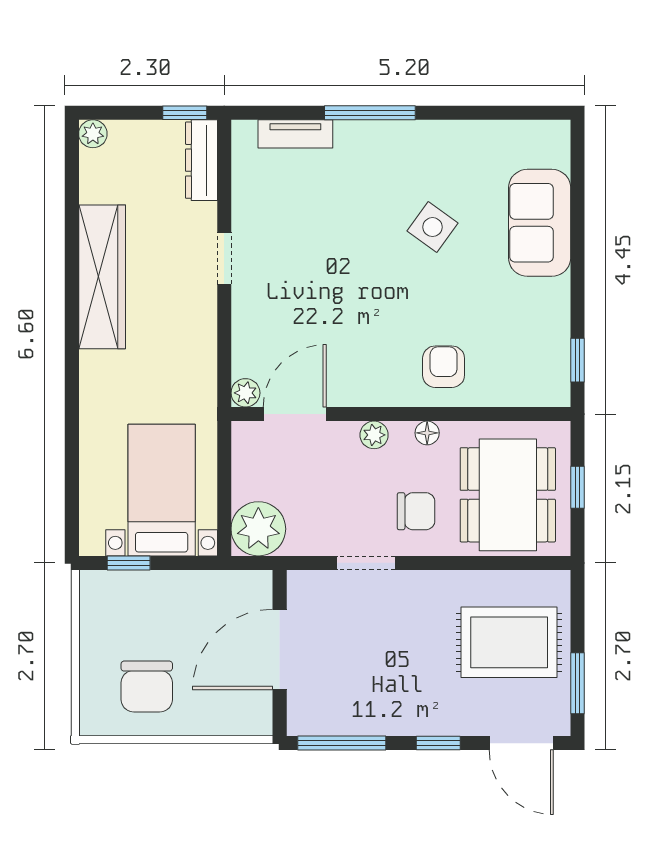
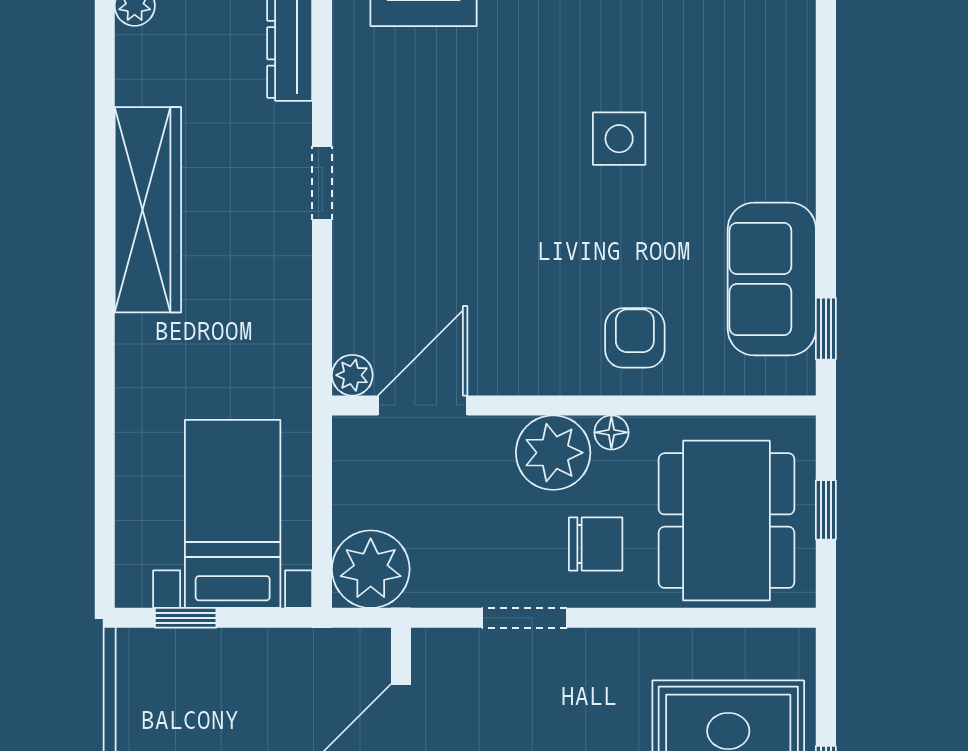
sofa: (540, 223) -> (772, 279), moved
side table: (432, 227) -> (619, 139), turned -36
plant: (374, 435) -> (553, 453), width x1.88, depth x1.88

